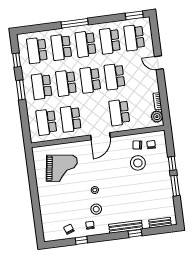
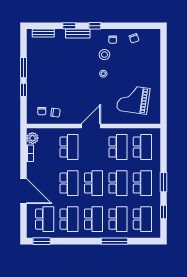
window: (75, 23) -> (114, 241), moved
door: (159, 63) -> (23, 191), width x1.87
stool: (138, 163) -> (57, 95), removed
bench: (126, 227) -> (78, 33), width x0.73
window: (81, 240) -> (95, 26), moved

